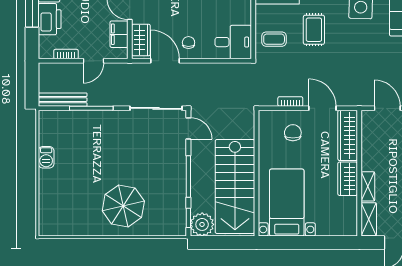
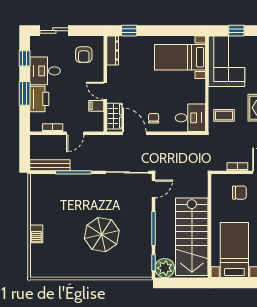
filing cabinet: (119, 34) -> (96, 106), width x0.50
door: (188, 128) -> (153, 189), hinge flipped
chair: (293, 133) -> (239, 193), turned 90
barbecue: (46, 157) -> (36, 234), moved
parasol: (123, 206) -> (102, 235), moved

